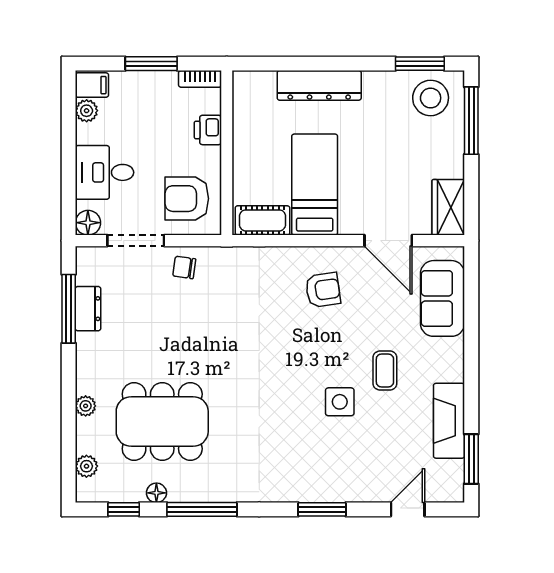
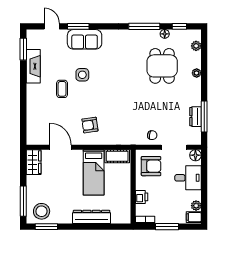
sofa: (443, 298) -> (85, 39), moved, turned 90
dining table: (162, 421) -> (162, 66), width x0.73
window: (322, 509) -> (78, 26), moved
door: (408, 509) -> (52, 26), swing flipped

